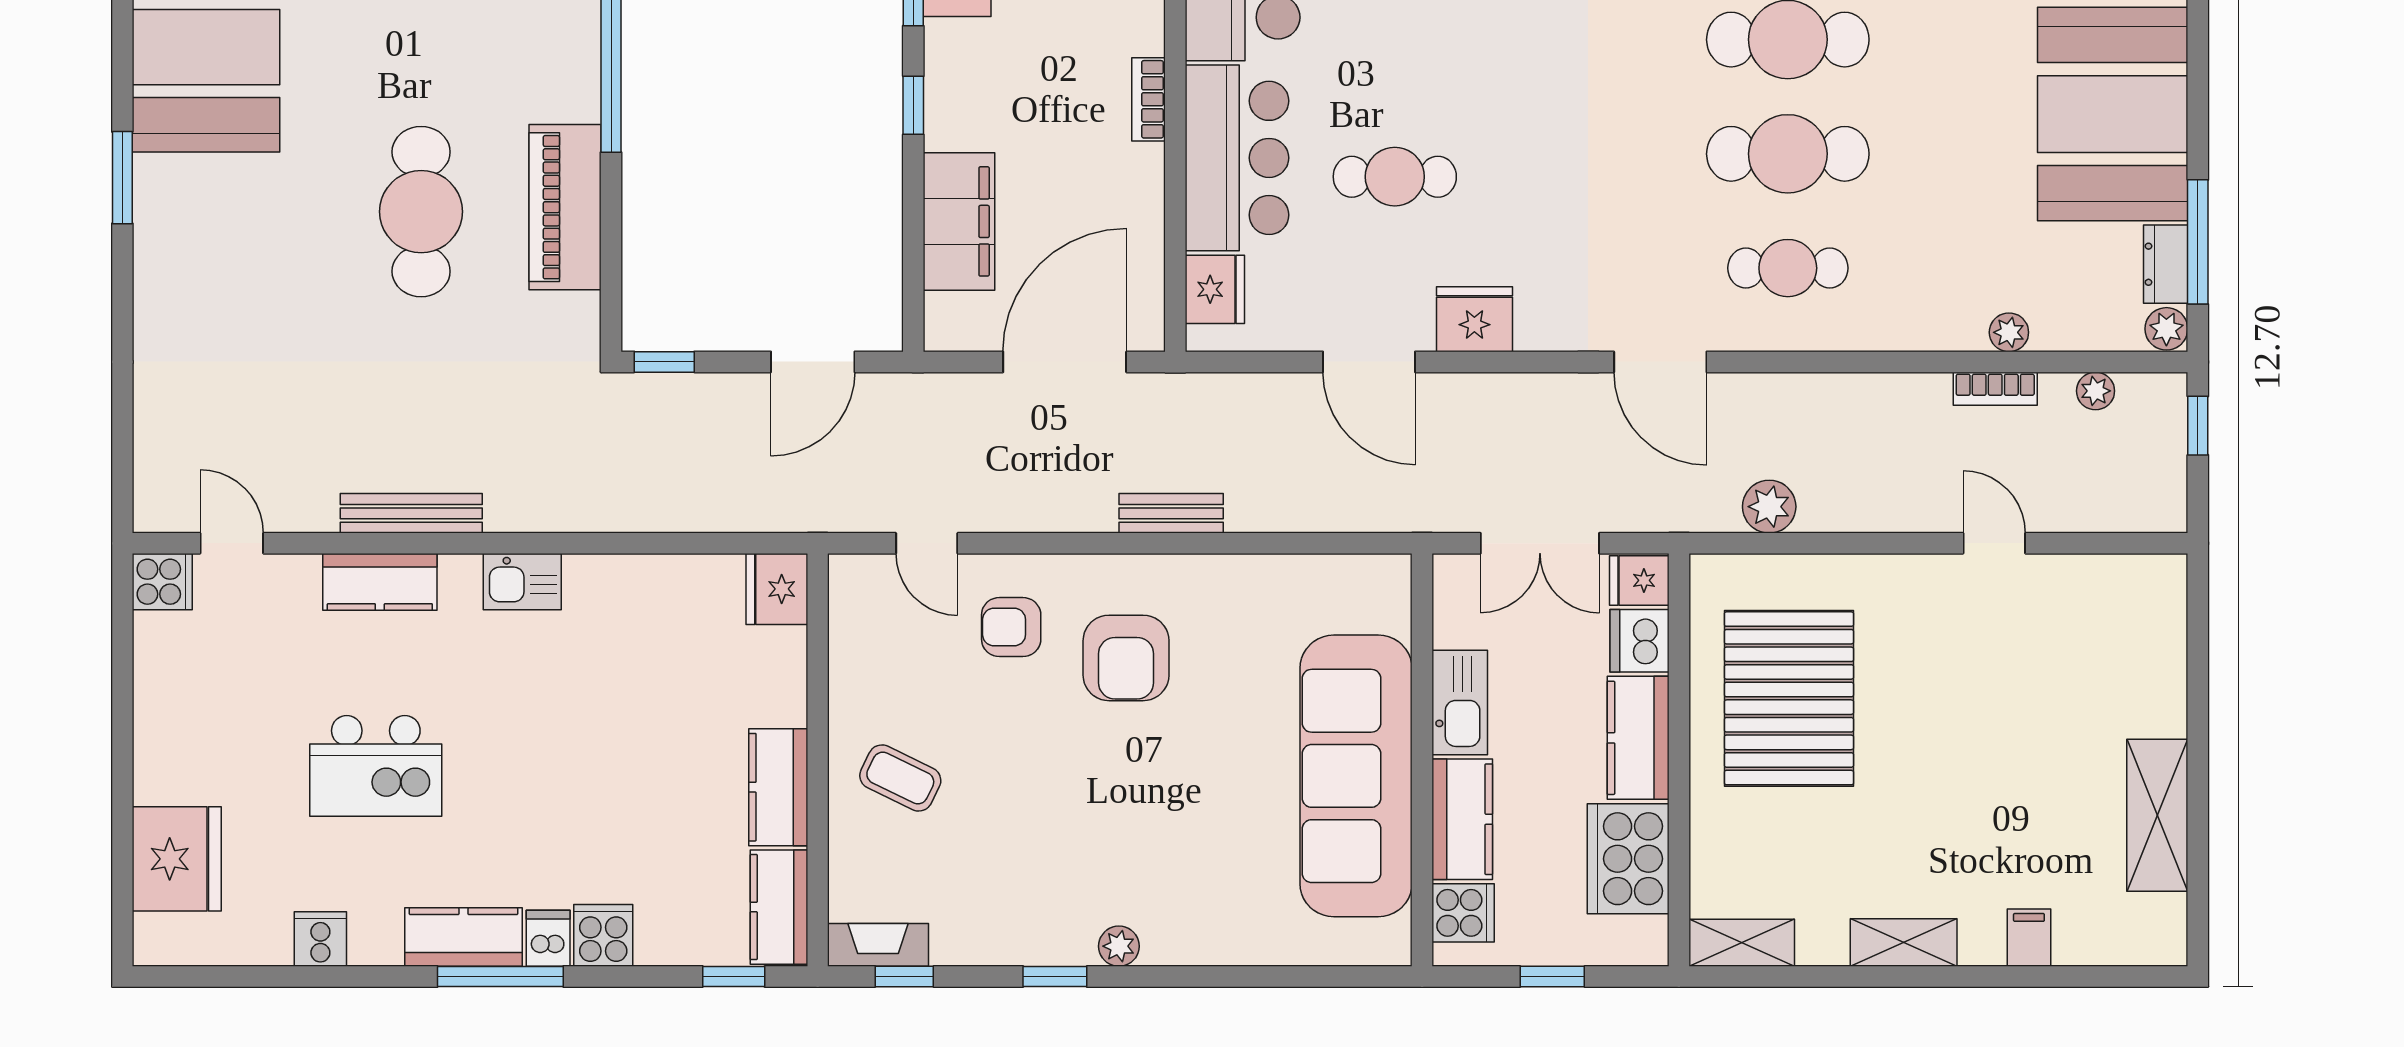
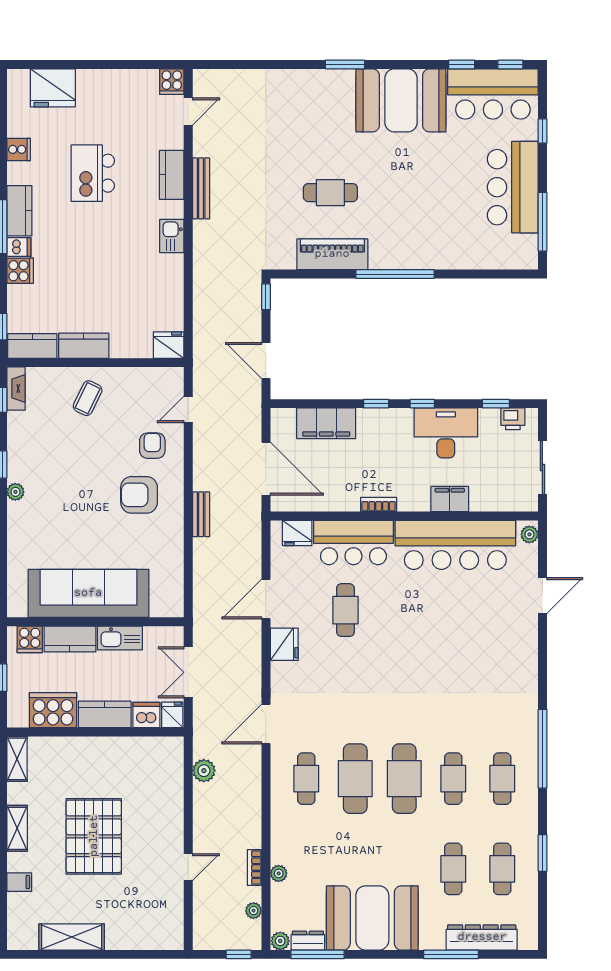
cafe table: (421, 212) -> (330, 193), width x0.73, depth x0.74
pallet: (1789, 698) -> (94, 836), moved, turned 90

